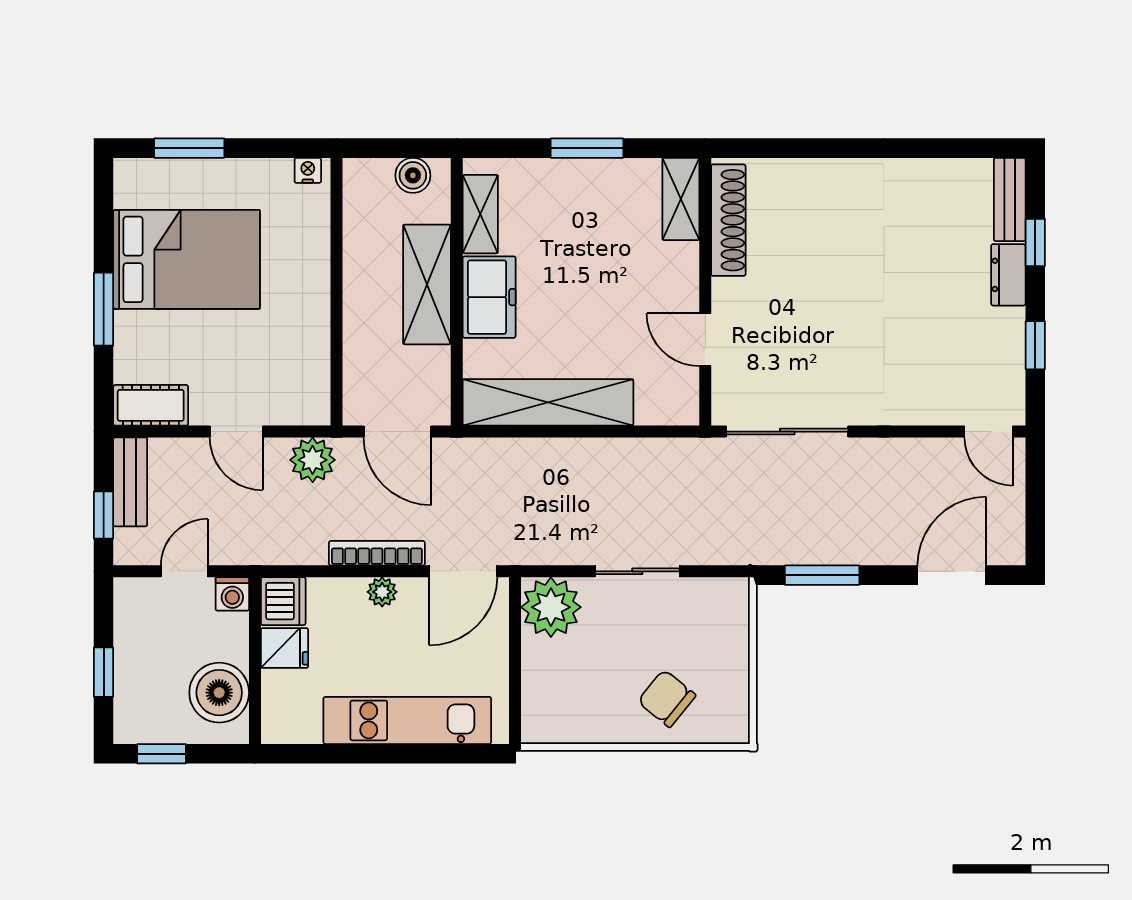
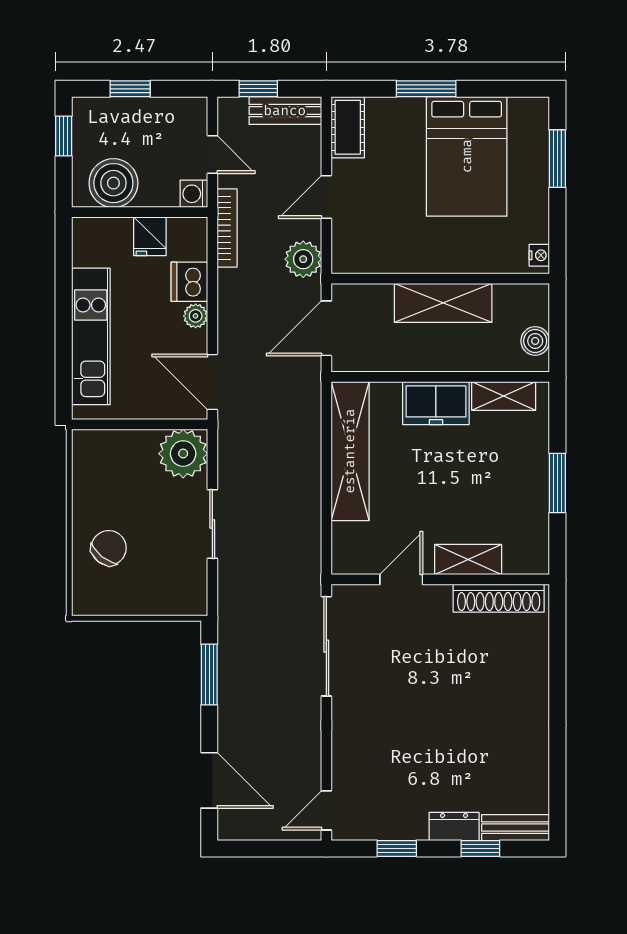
shelving: (681, 199) -> (468, 560), moved
shelving: (427, 284) -> (443, 303), moved
bookcase: (377, 553) -> (227, 228), moved
dishwasher: (283, 601) -> (189, 282), moved, turned 90

